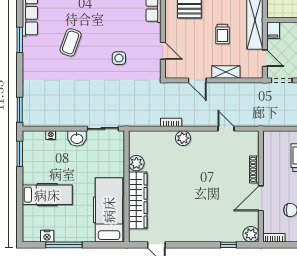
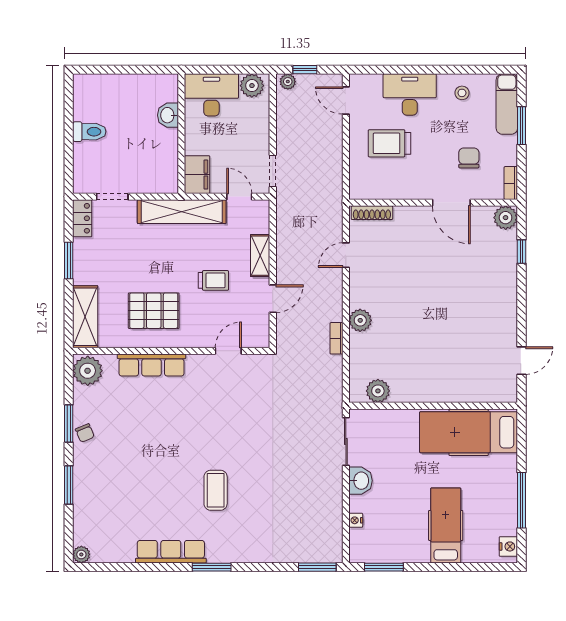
filing cabinet: (273, 30) -> (197, 175), width x2.00
trolley: (222, 34) -> (213, 280), moved
coffee table: (71, 42) -> (216, 490), turned 70
side table: (119, 58) -> (239, 417), removed
door: (265, 58) -> (239, 197), hinge flipped
plant: (136, 163) -> (378, 391), moved
shoe rack: (254, 169) -> (372, 213), moved
wardrobe: (138, 200) -> (454, 389), removed
nightstand: (47, 236) -> (508, 546), moved

